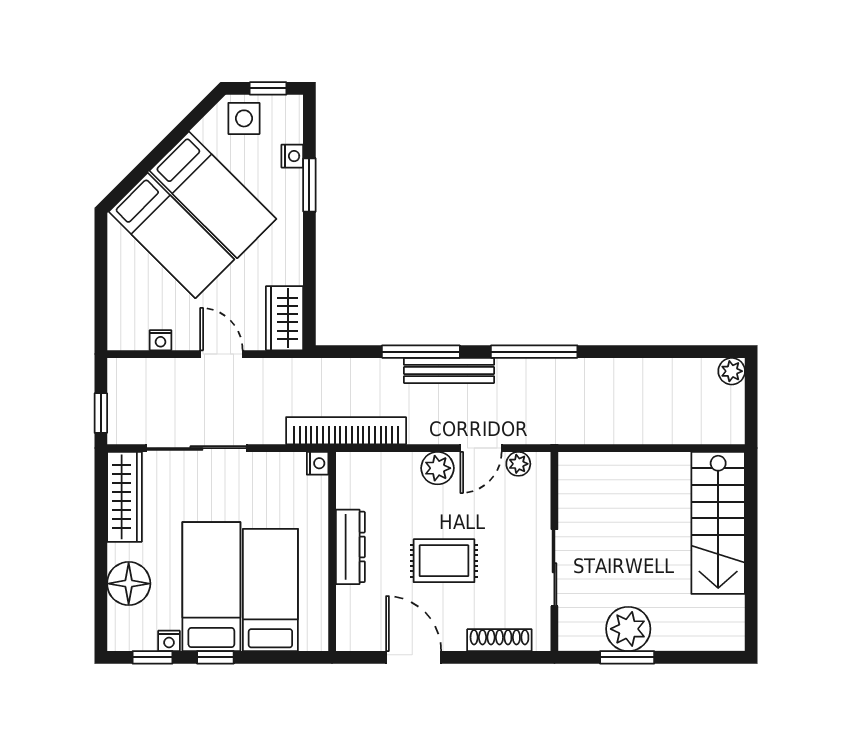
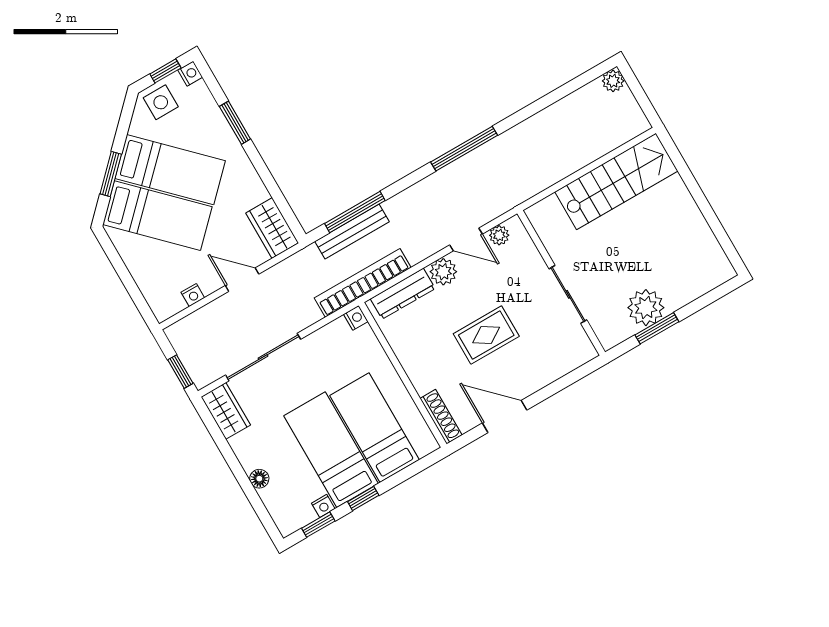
nightstand: (292, 156) -> (190, 74), moved
window: (148, 163) -> (111, 174), added
window: (421, 352) -> (355, 212), moved
bench: (449, 370) -> (352, 232), moved
door: (481, 448) -> (466, 239), hinge flipped
wardrobe: (124, 497) -> (226, 411), width x0.67
stairs: (718, 523) -> (616, 181), moved, turned -90
dresser: (350, 547) -> (403, 294), moved, turned 90
floor lamp: (129, 584) -> (259, 479), width x0.53, depth x0.53
shoe rack: (499, 640) -> (441, 417), moved, turned 90

